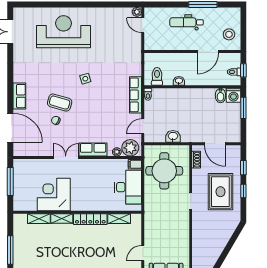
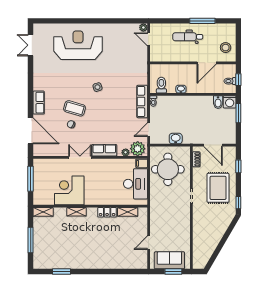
window: (243, 191) -> (238, 203), moved
shelving: (39, 219) -> (43, 212), moved
locker: (90, 219) -> (107, 212), width x0.66

